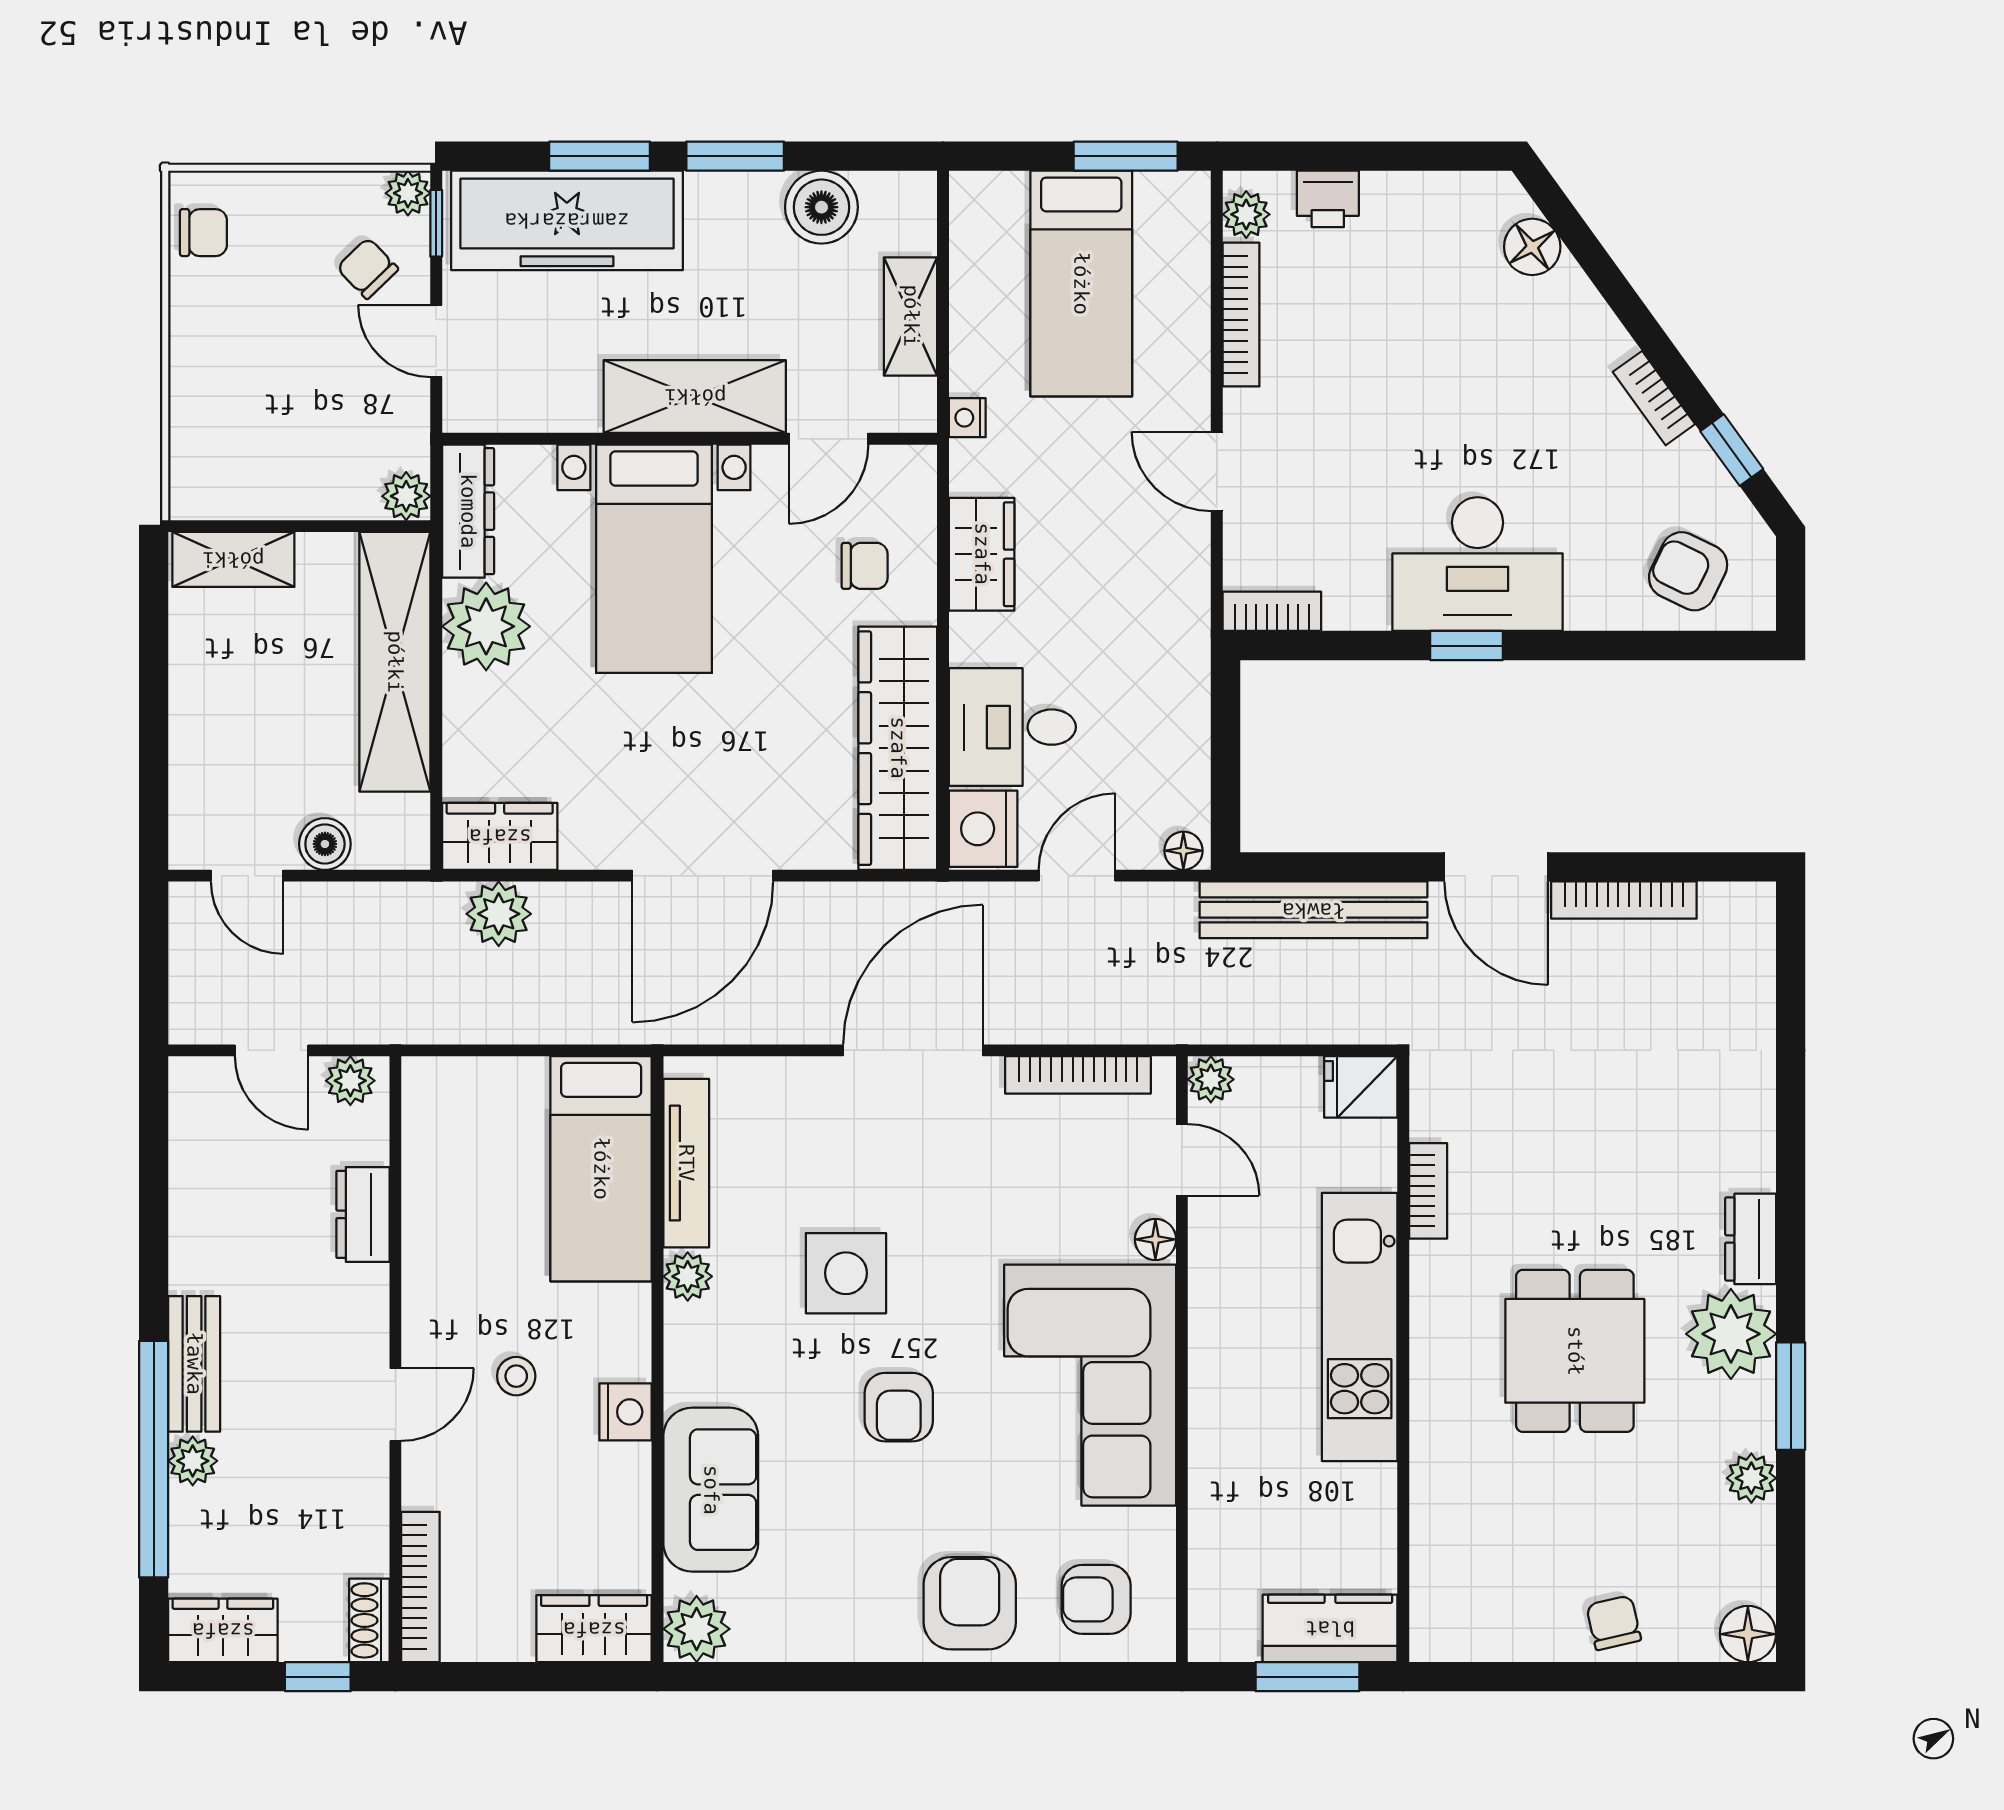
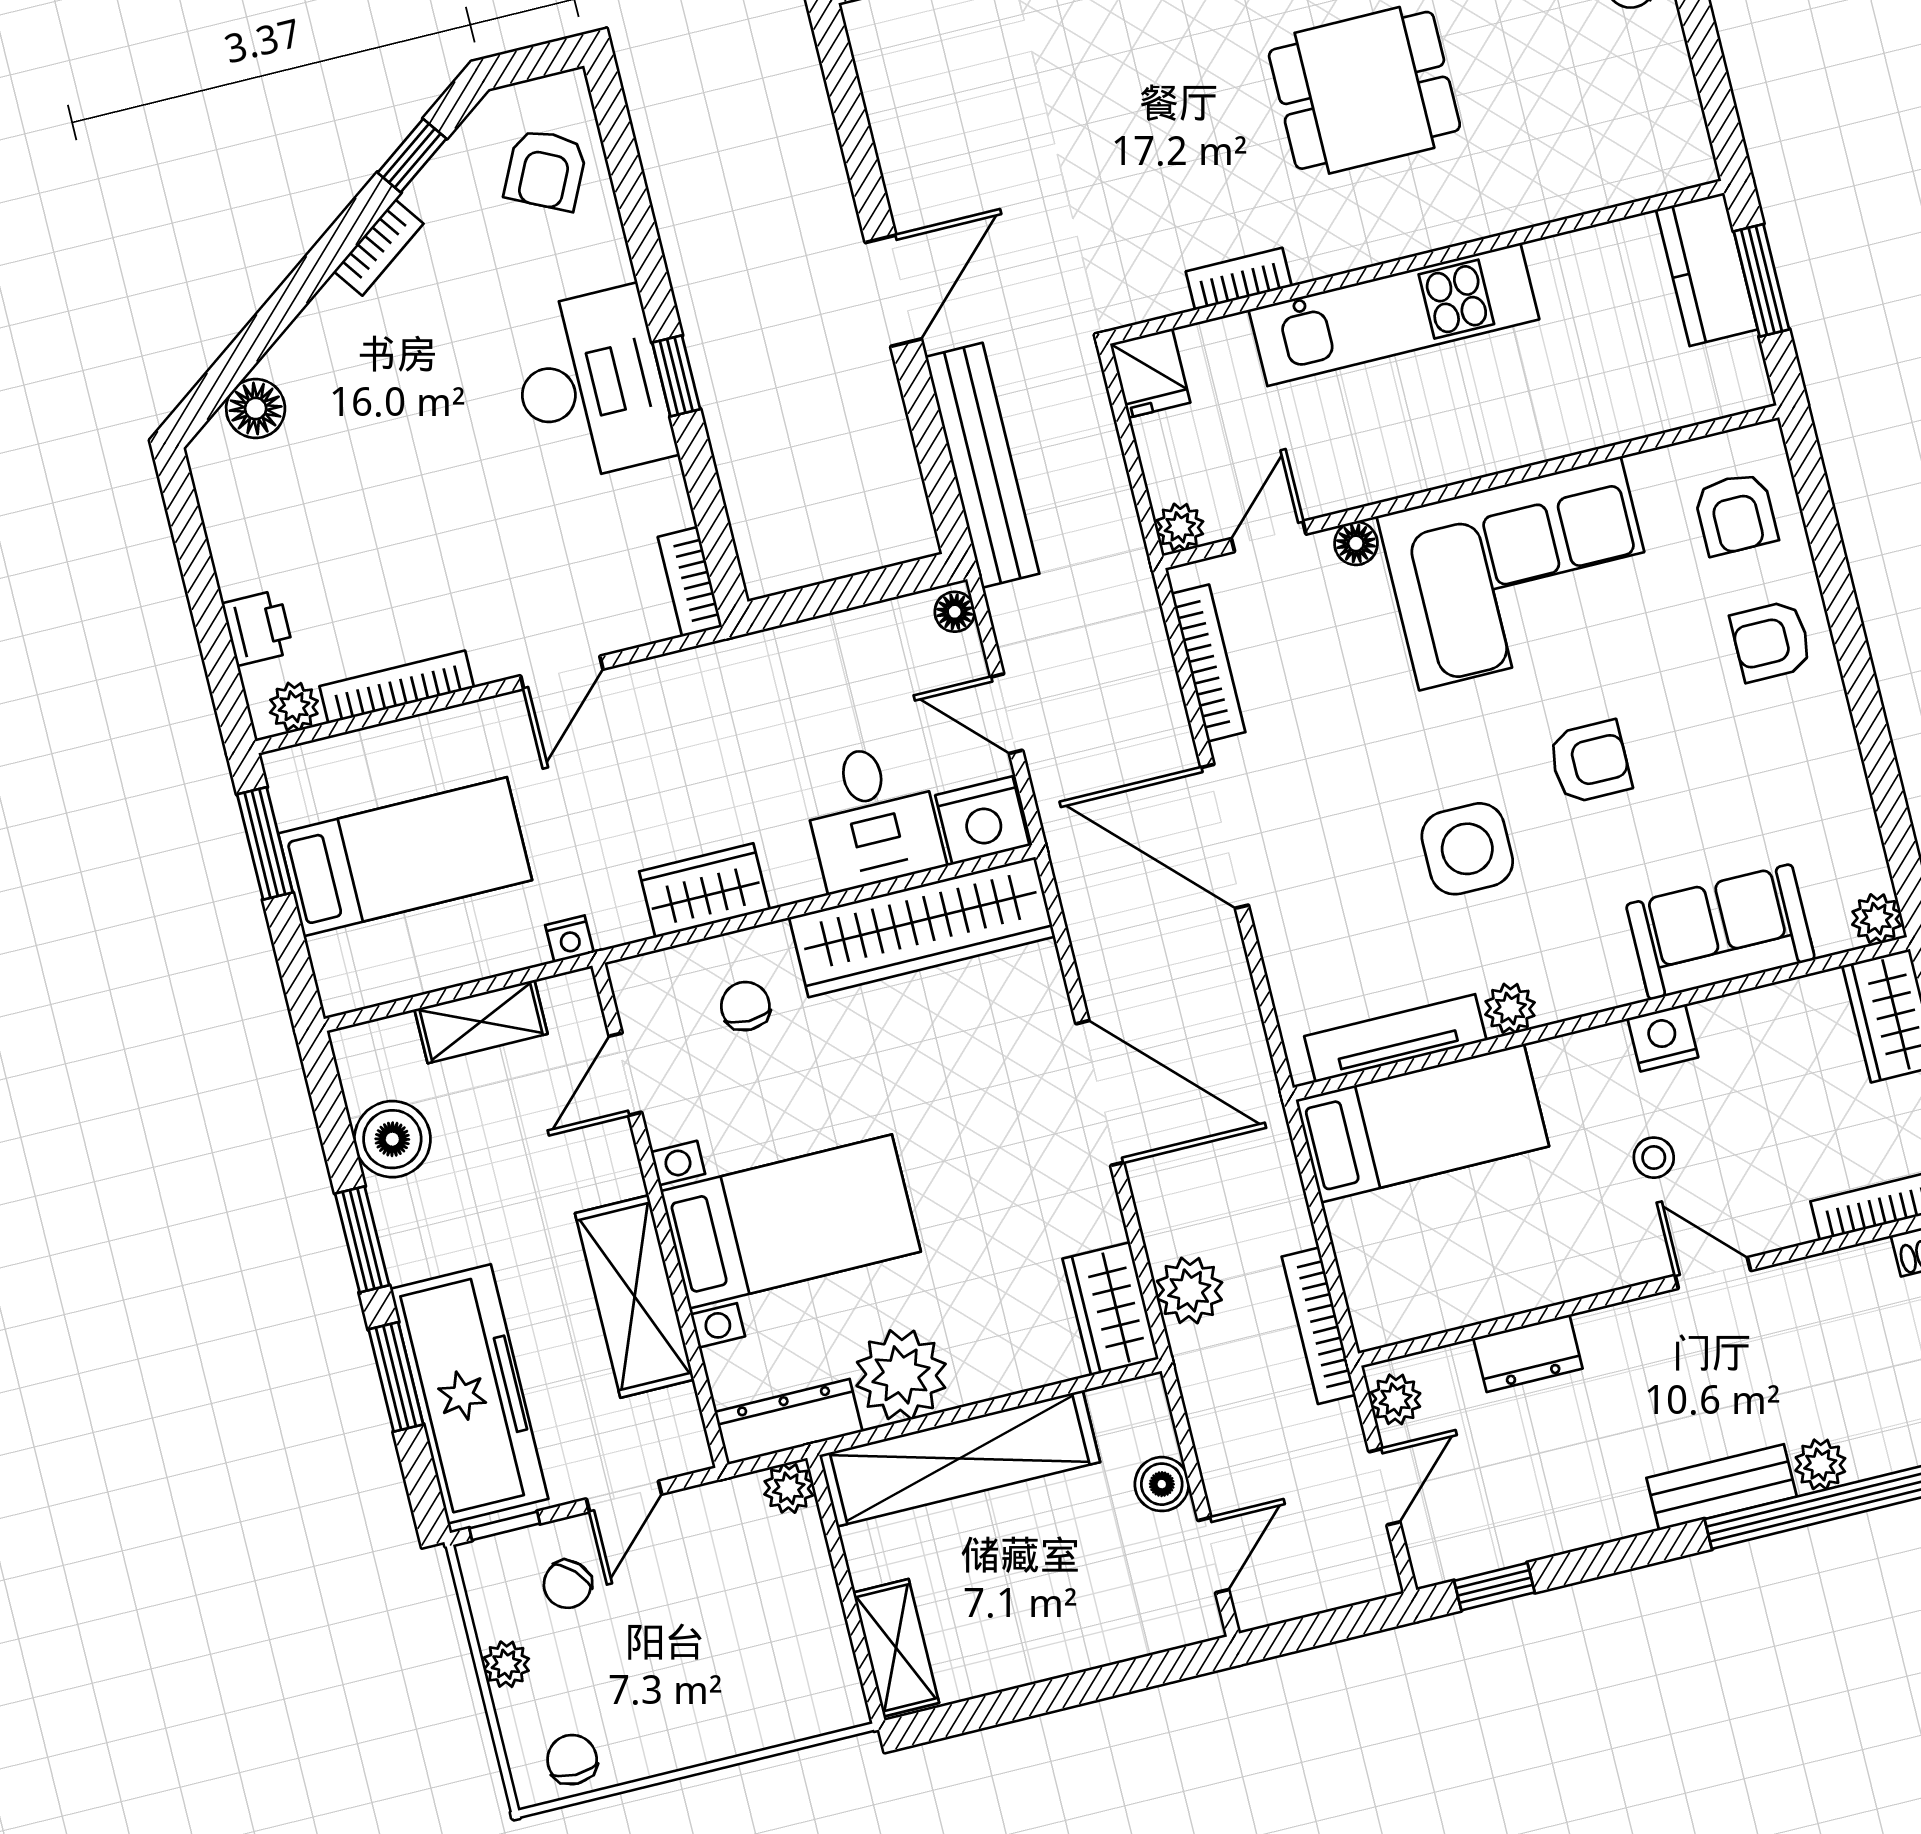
plant: (408, 193) -> (506, 1664), moved
shelving: (695, 396) -> (635, 1296), moved
door: (829, 439) -> (625, 1074), swing flipped
bookcase: (1624, 900) -> (1319, 1326), moved, turned 180
window: (154, 1130) -> (1494, 1587), added
armchair: (970, 1603) -> (1771, 641), width x0.72, depth x0.72
plant: (697, 1629) -> (1877, 919), width x0.73, depth x0.73

